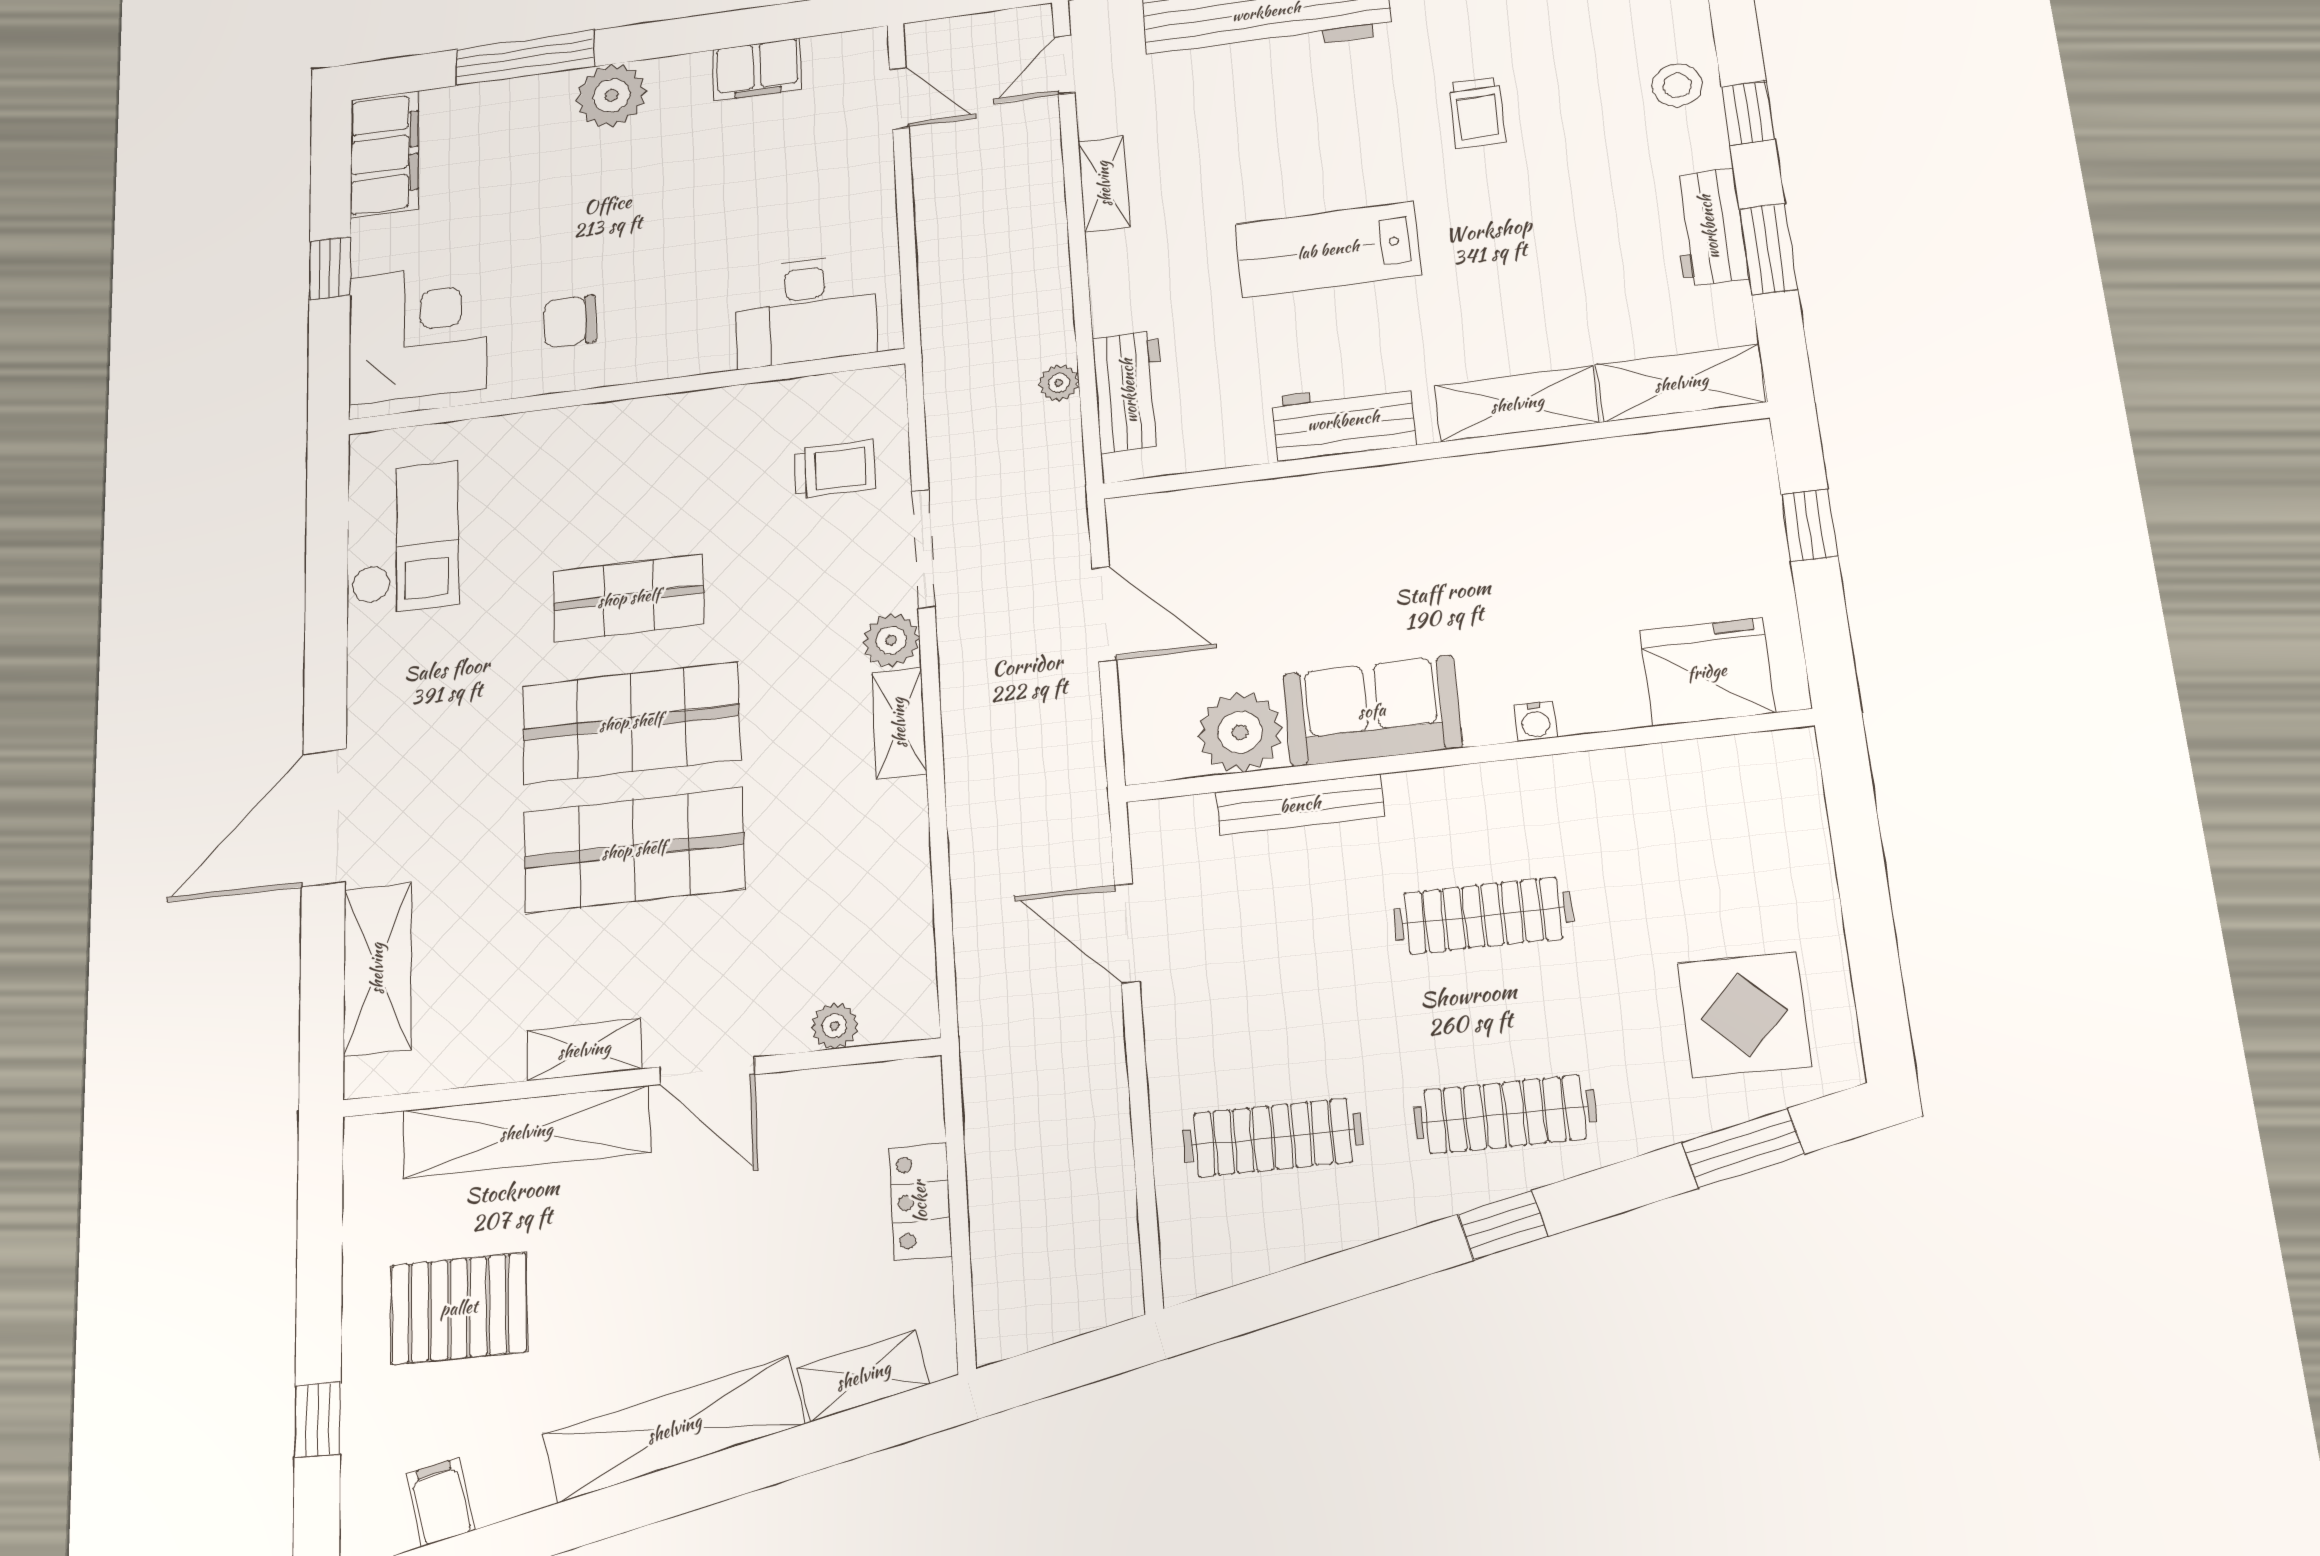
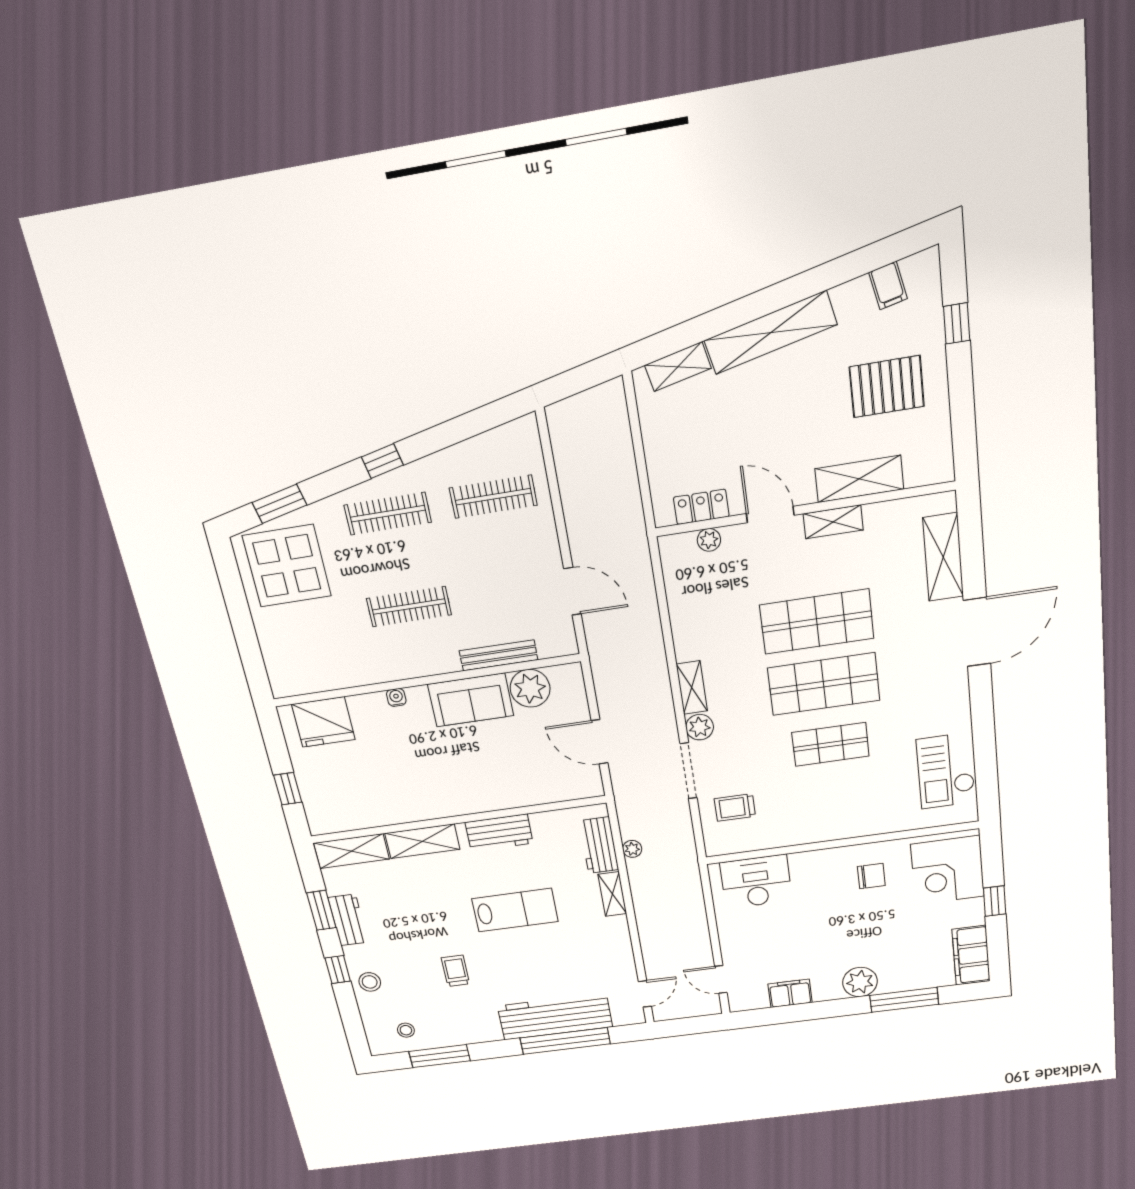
shelving: (1104, 184) -> (612, 894), moved
display table: (1744, 1015) -> (287, 566), width x1.36, depth x1.36
shelving: (526, 1132) -> (859, 479), width x0.68
locker: (920, 1202) -> (701, 507), moved, turned -90

